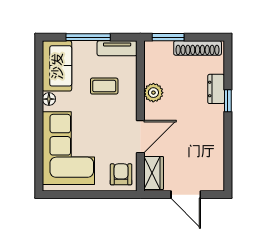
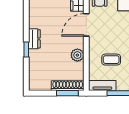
shoe rack: (198, 48) -> (68, 86), moved
dresser: (216, 89) -> (34, 39), moved

